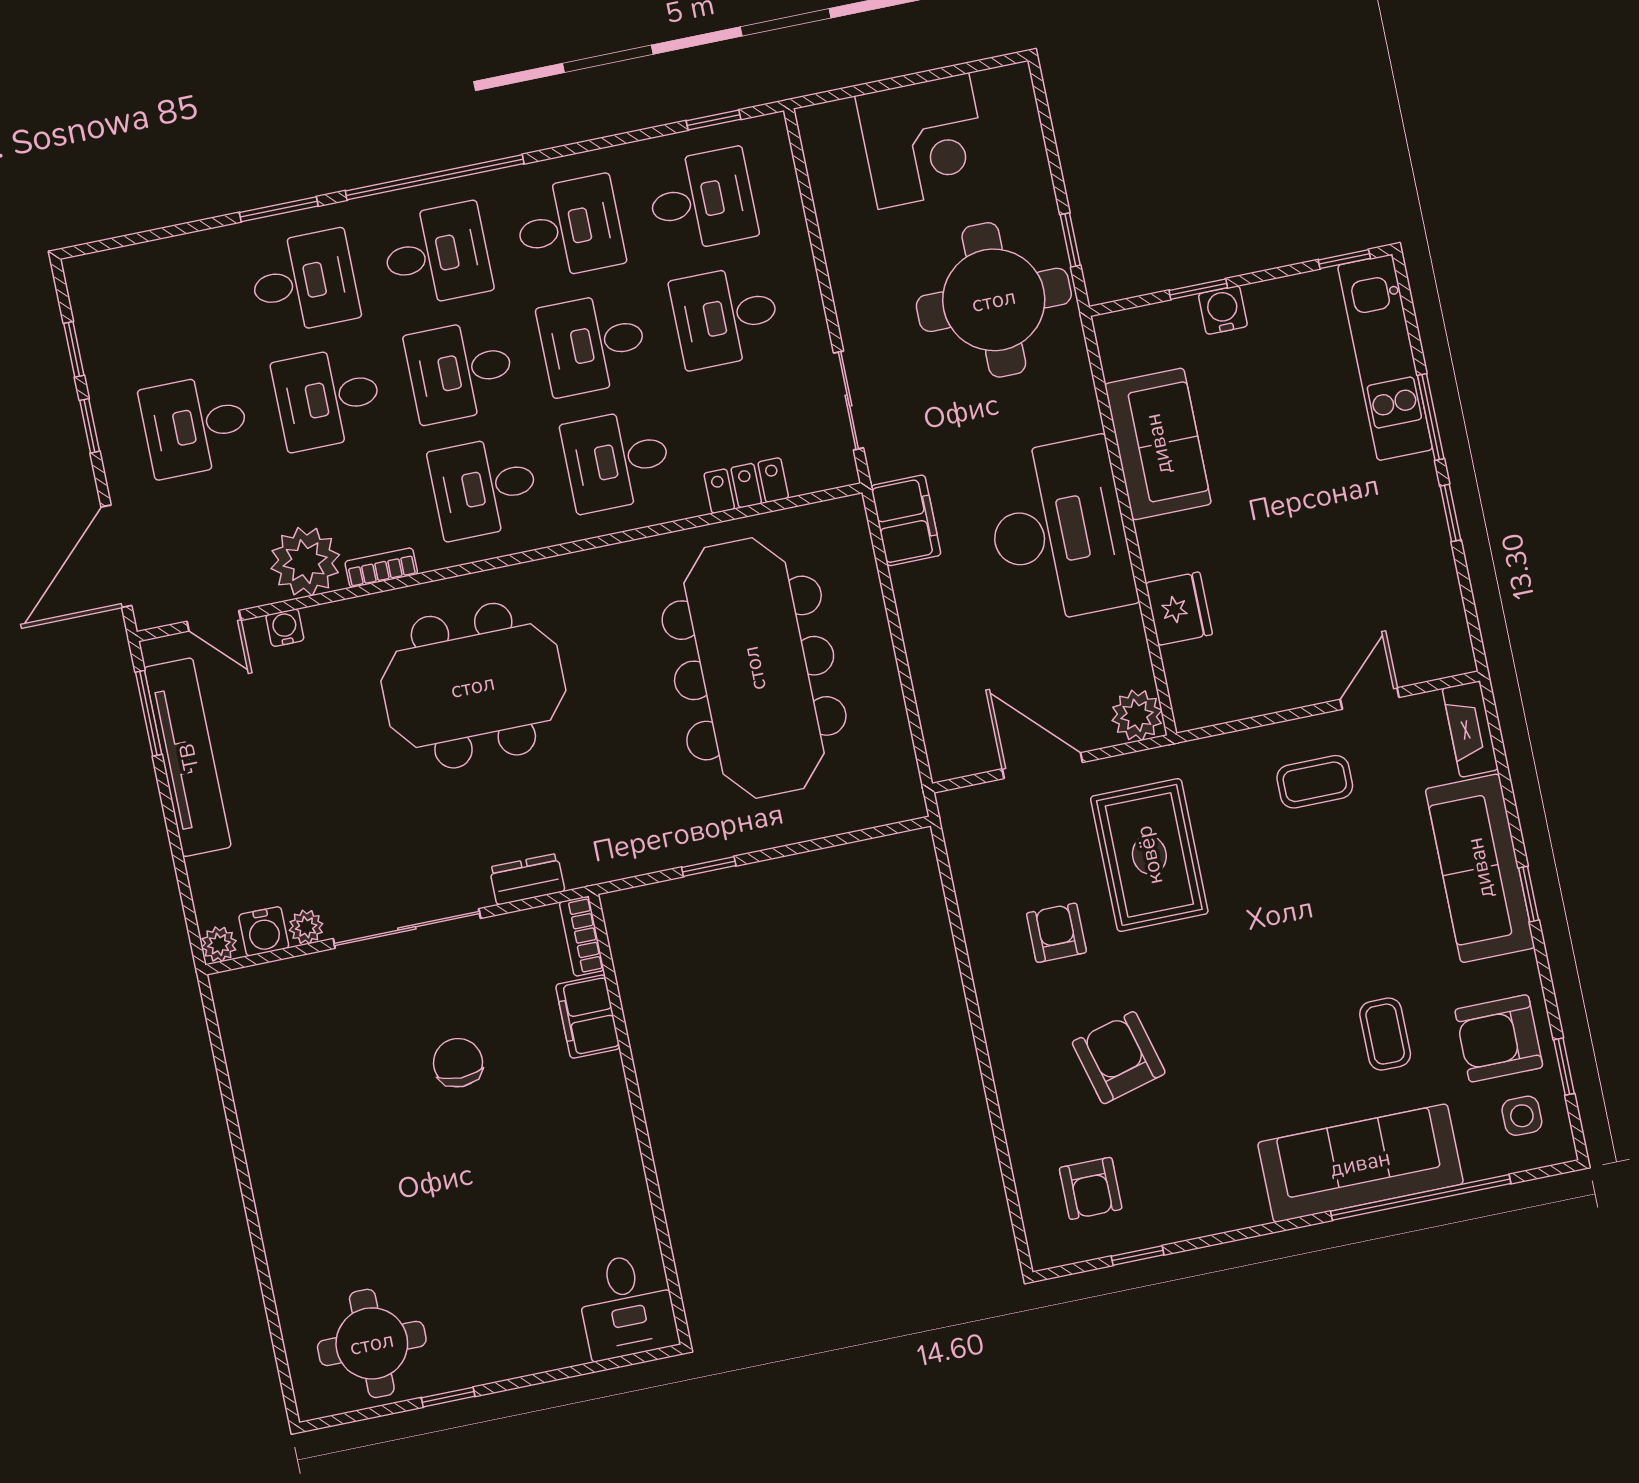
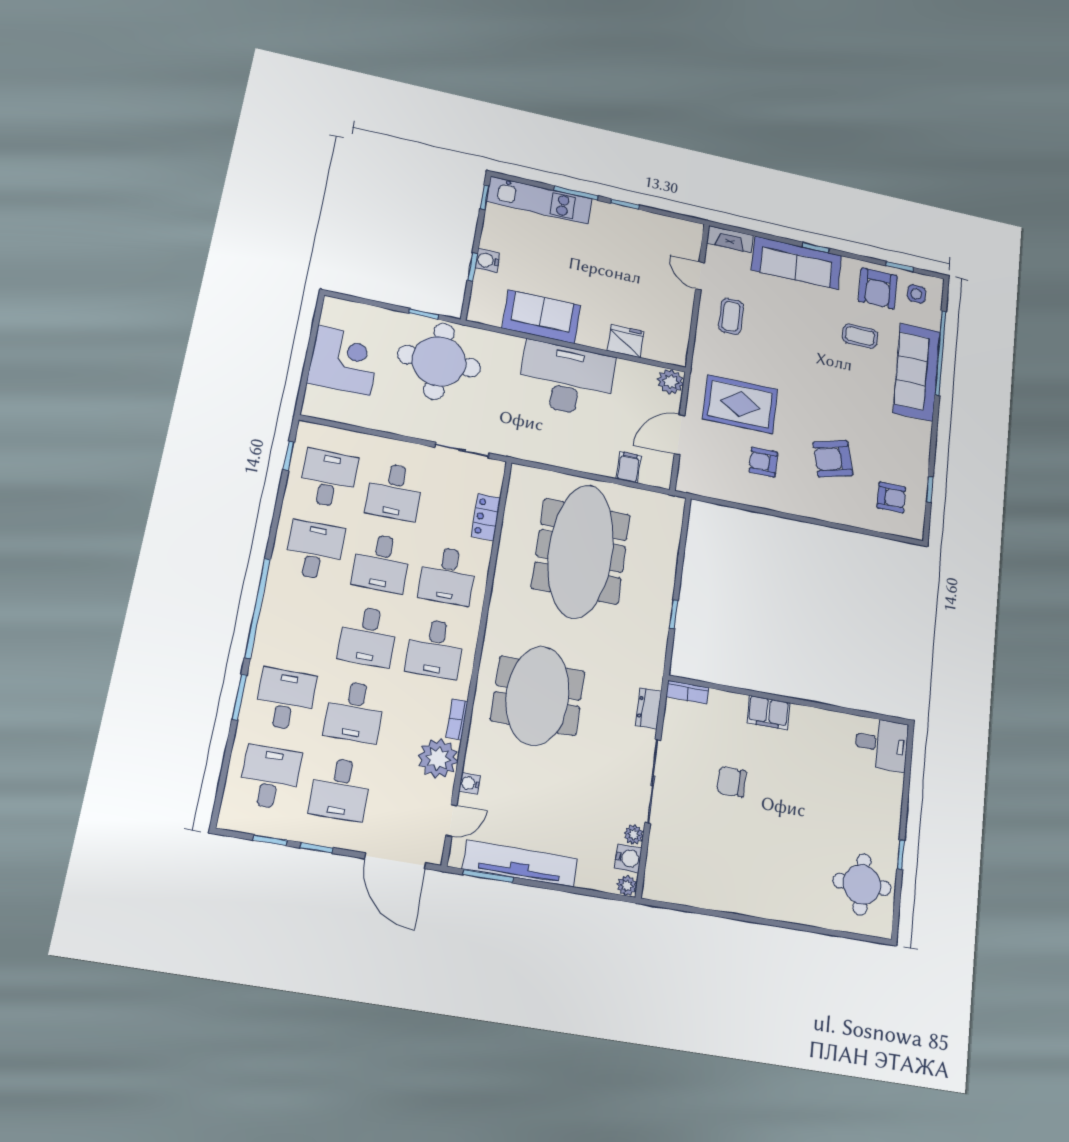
desk: (437, 255) -> (270, 777), moved
filing cabinet: (906, 520) -> (629, 467), moved, width x0.50
meeting table: (754, 668) -> (581, 551), turned 90
filing cabinet: (588, 1017) -> (768, 713), moved

